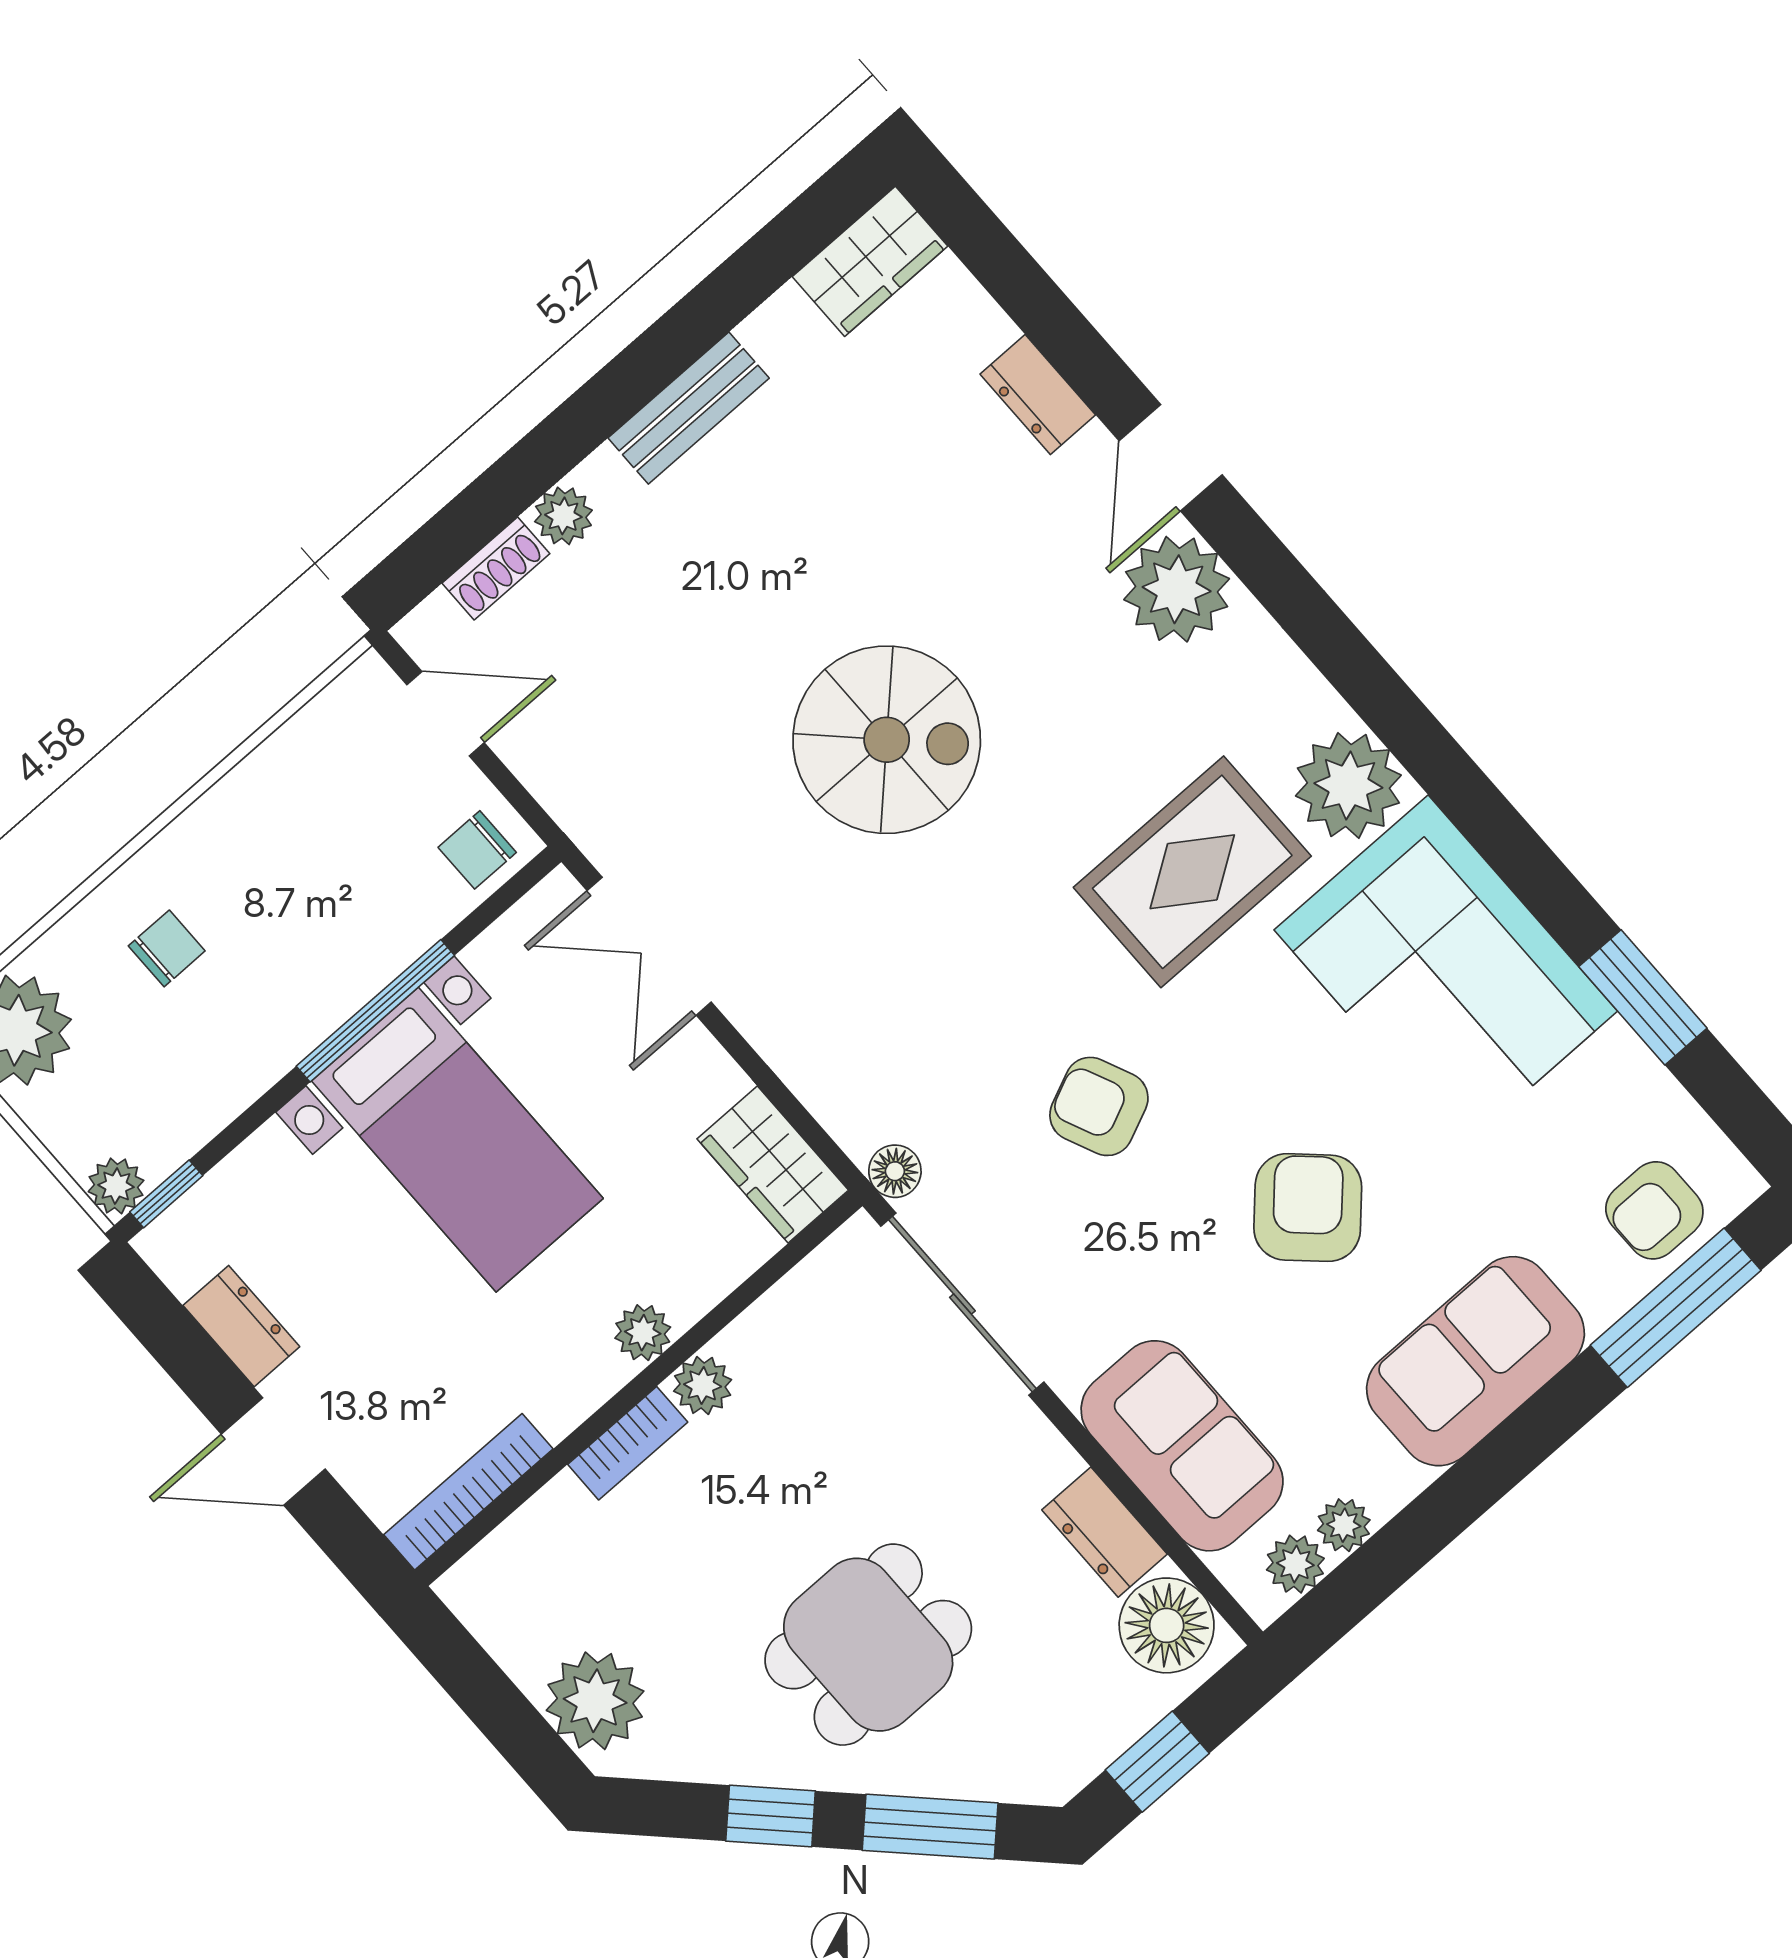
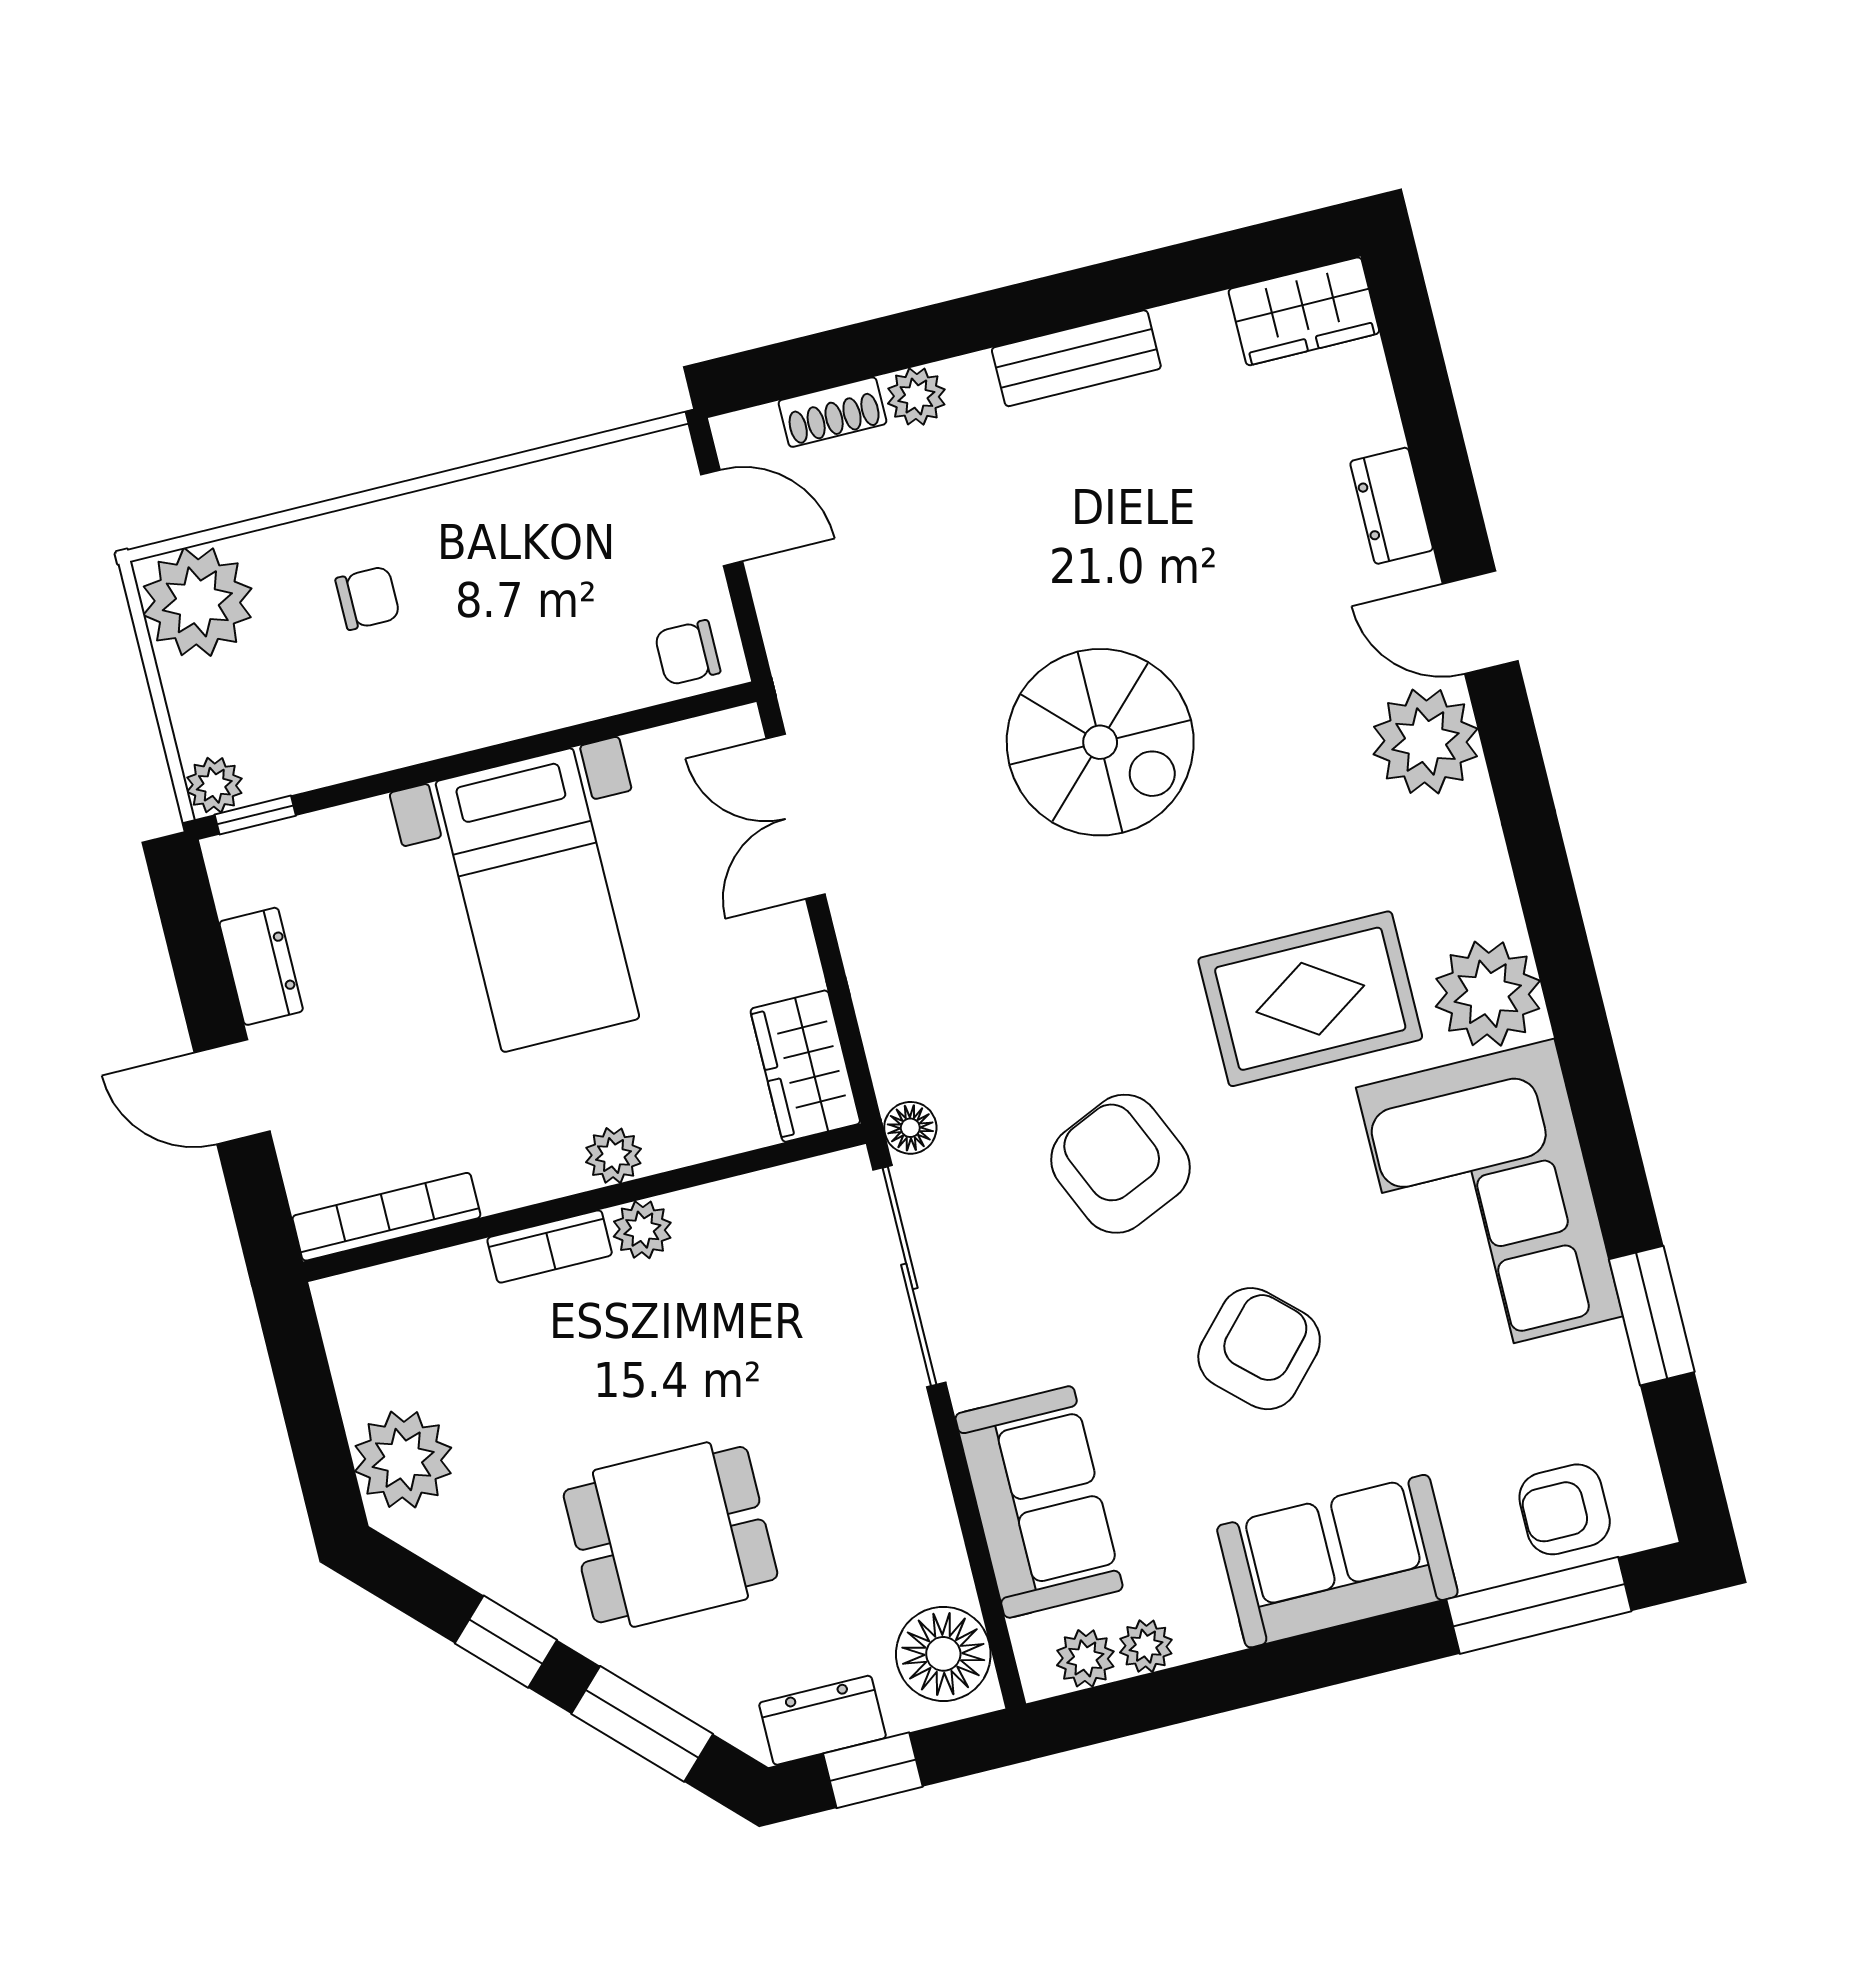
door: (1171, 458) -> (1480, 622), hinge flipped
window: (375, 1011) -> (524, 749), removed
armchair: (1099, 1106) -> (1120, 1164), width x1.38, depth x1.38
dresser: (1104, 1532) -> (823, 1720), moved, turned 90

